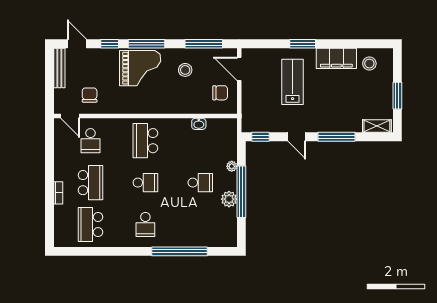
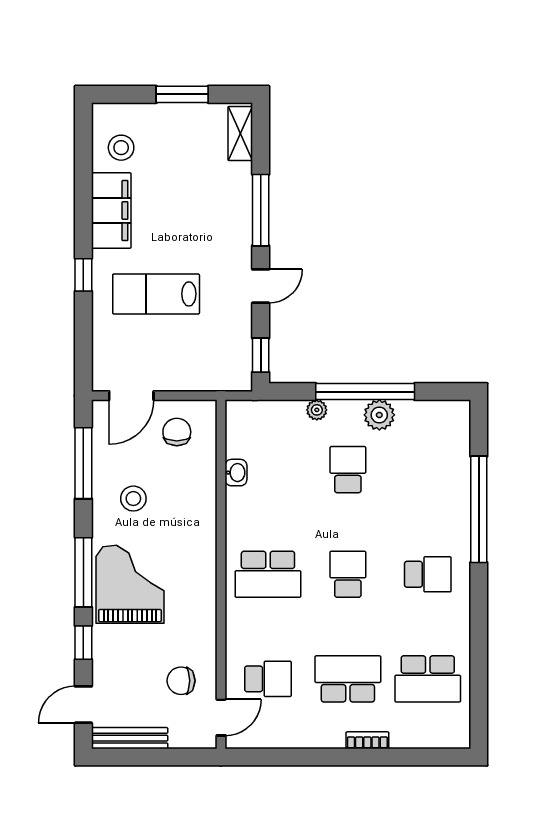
window: (303, 44) -> (83, 275), width x0.67

